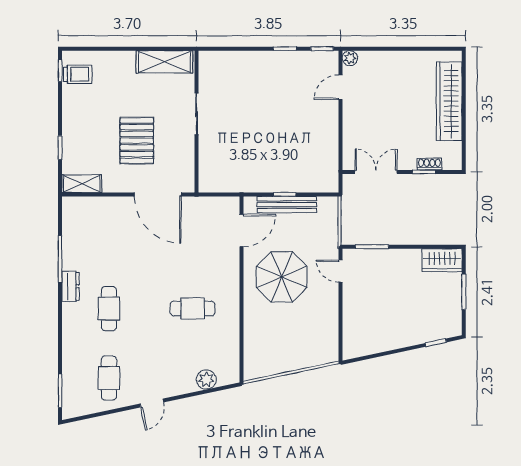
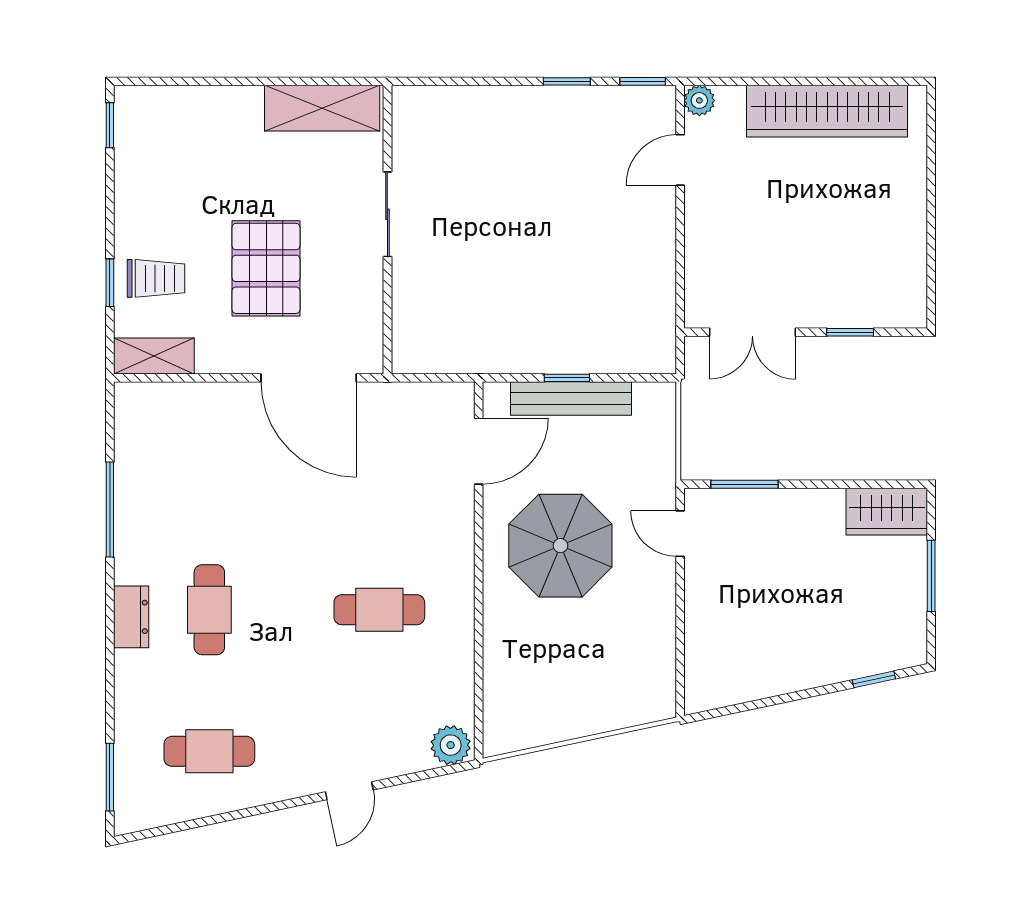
trolley: (78, 74) -> (156, 278), moved
wardrobe: (449, 101) -> (827, 111), moved, turned -90
shoe rack: (429, 164) -> (861, 316), removed
double door: (376, 172) -> (752, 332), swing flipped
dresser: (71, 286) -> (131, 617), moved
cafe table: (109, 378) -> (209, 751), turned 90
plant: (206, 380) -> (451, 745), moved
door: (152, 403) -> (349, 791), moved

